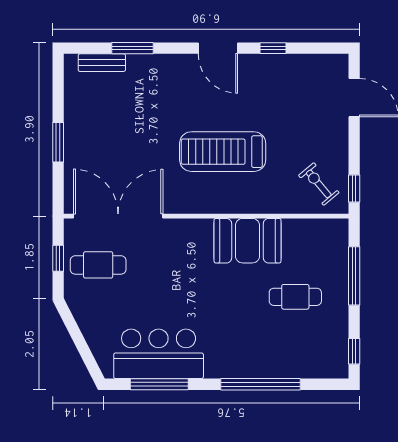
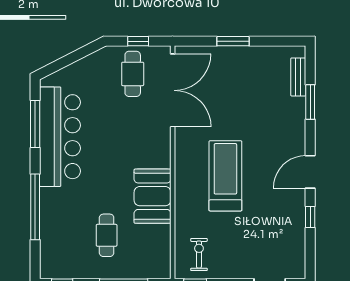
exercise bike: (319, 184) -> (199, 254), turned -50
bar counter: (159, 354) -> (60, 137), width x1.36

